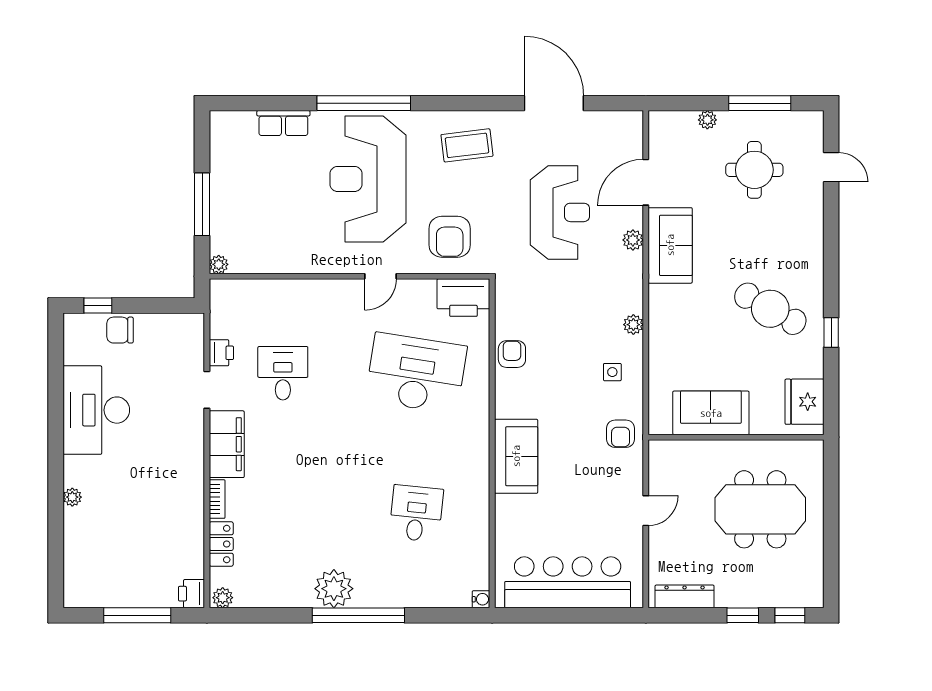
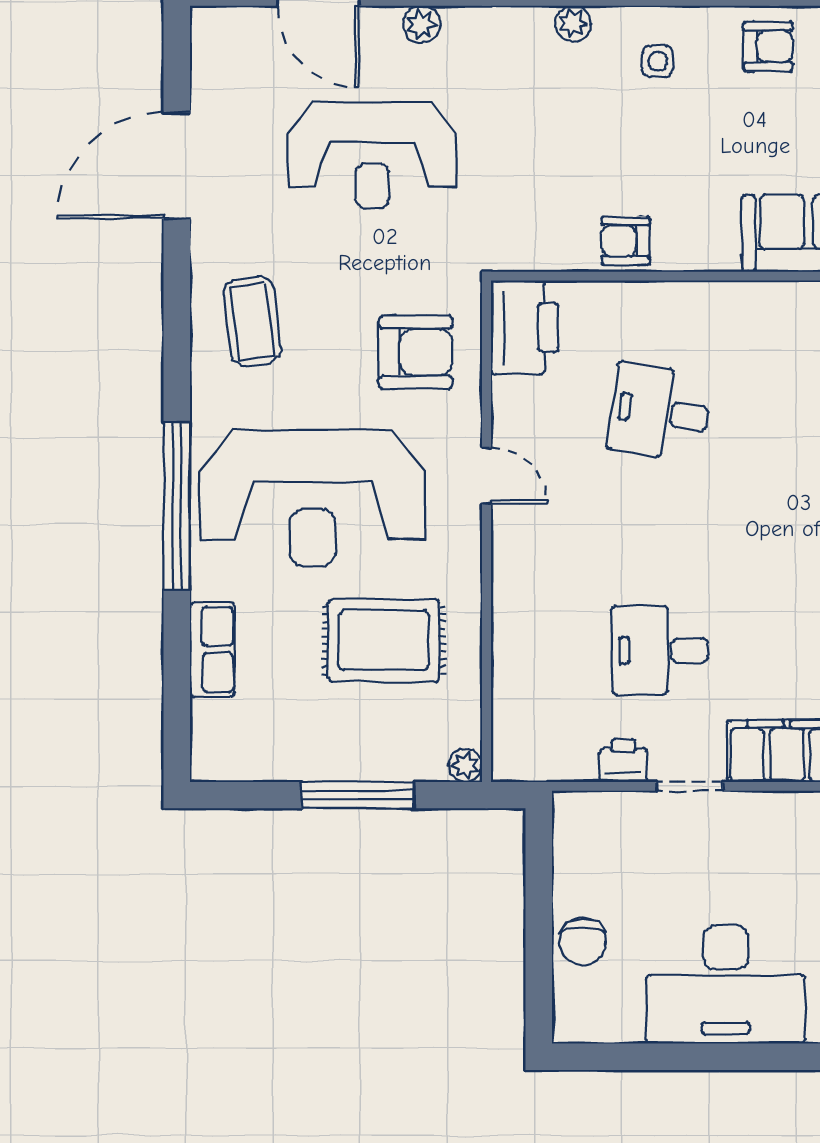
reception desk: (560, 212) -> (372, 155), turned 180
rug: (289, 219) -> (384, 640), added
window: (98, 306) -> (539, 981), removed
desk: (416, 373) -> (660, 412), width x0.53, depth x0.77

